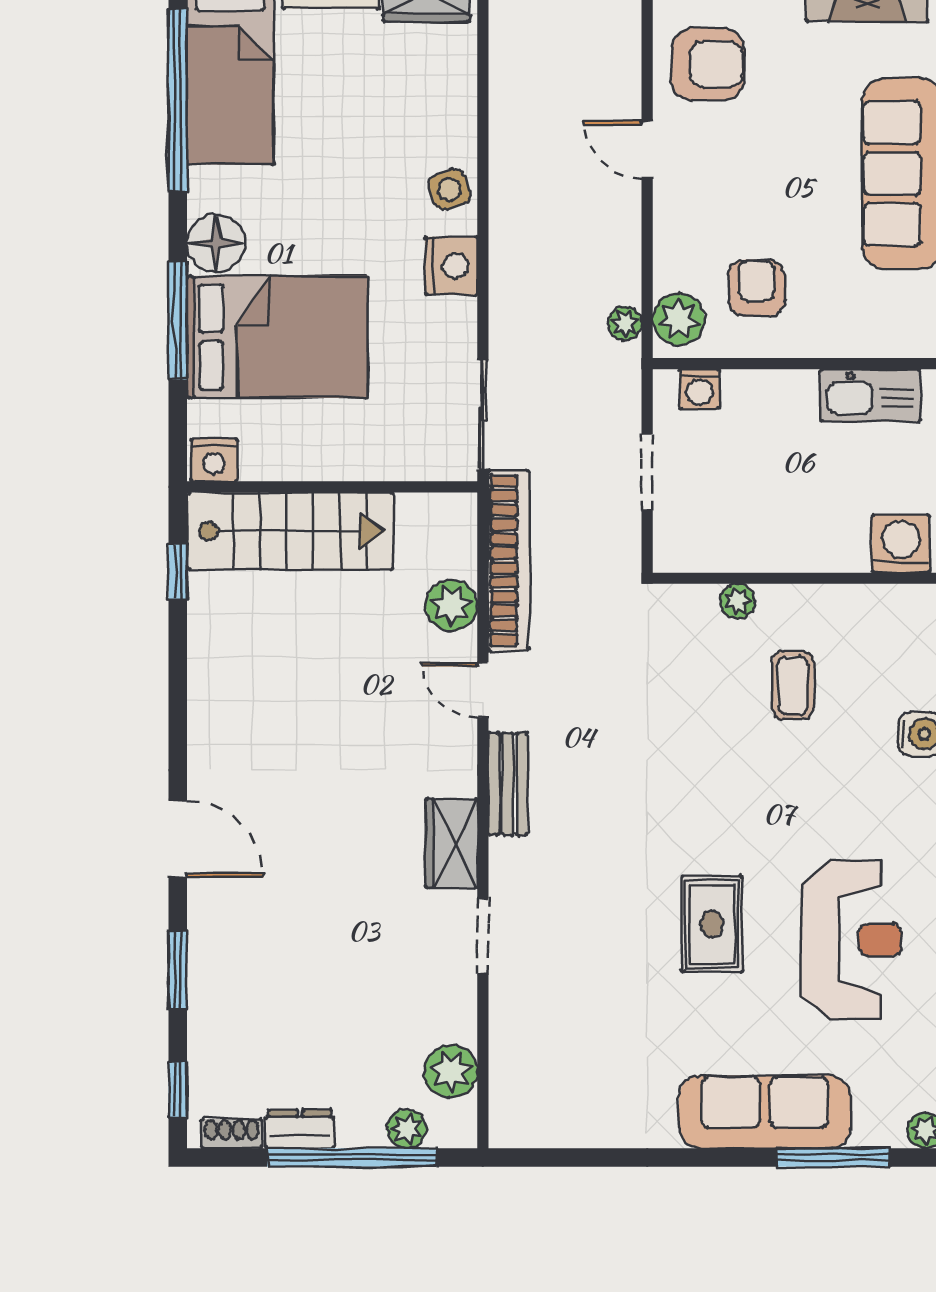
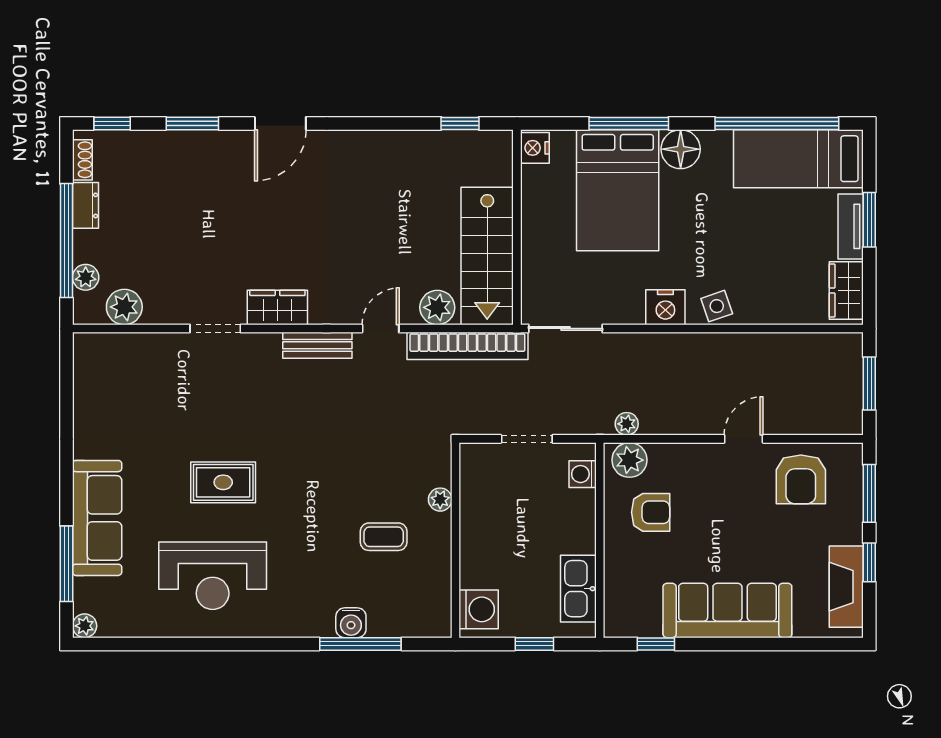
stairs: (291, 531) -> (487, 256), moved

